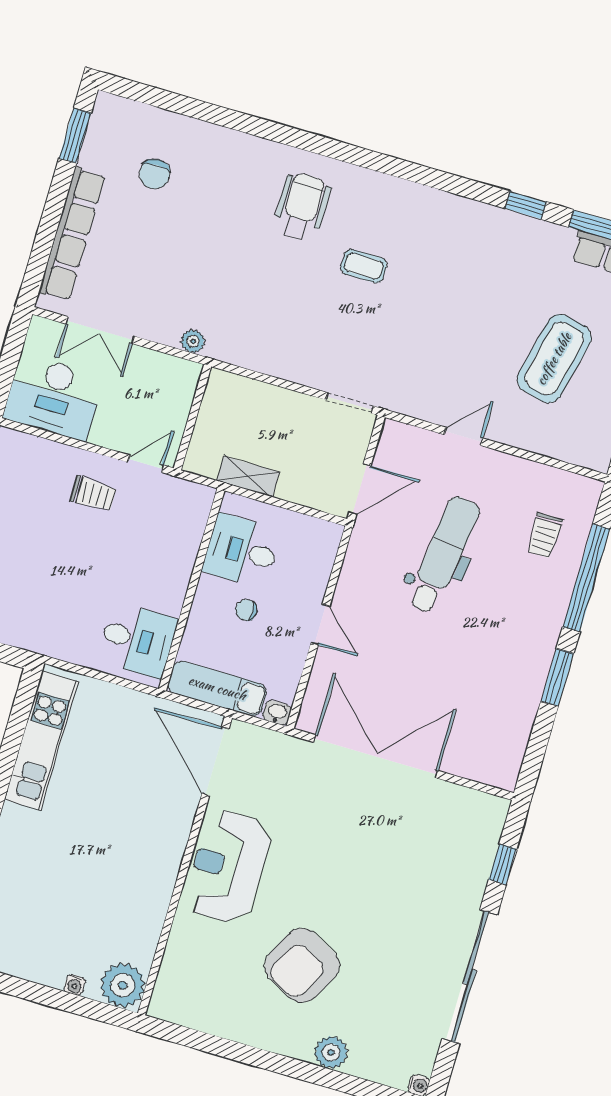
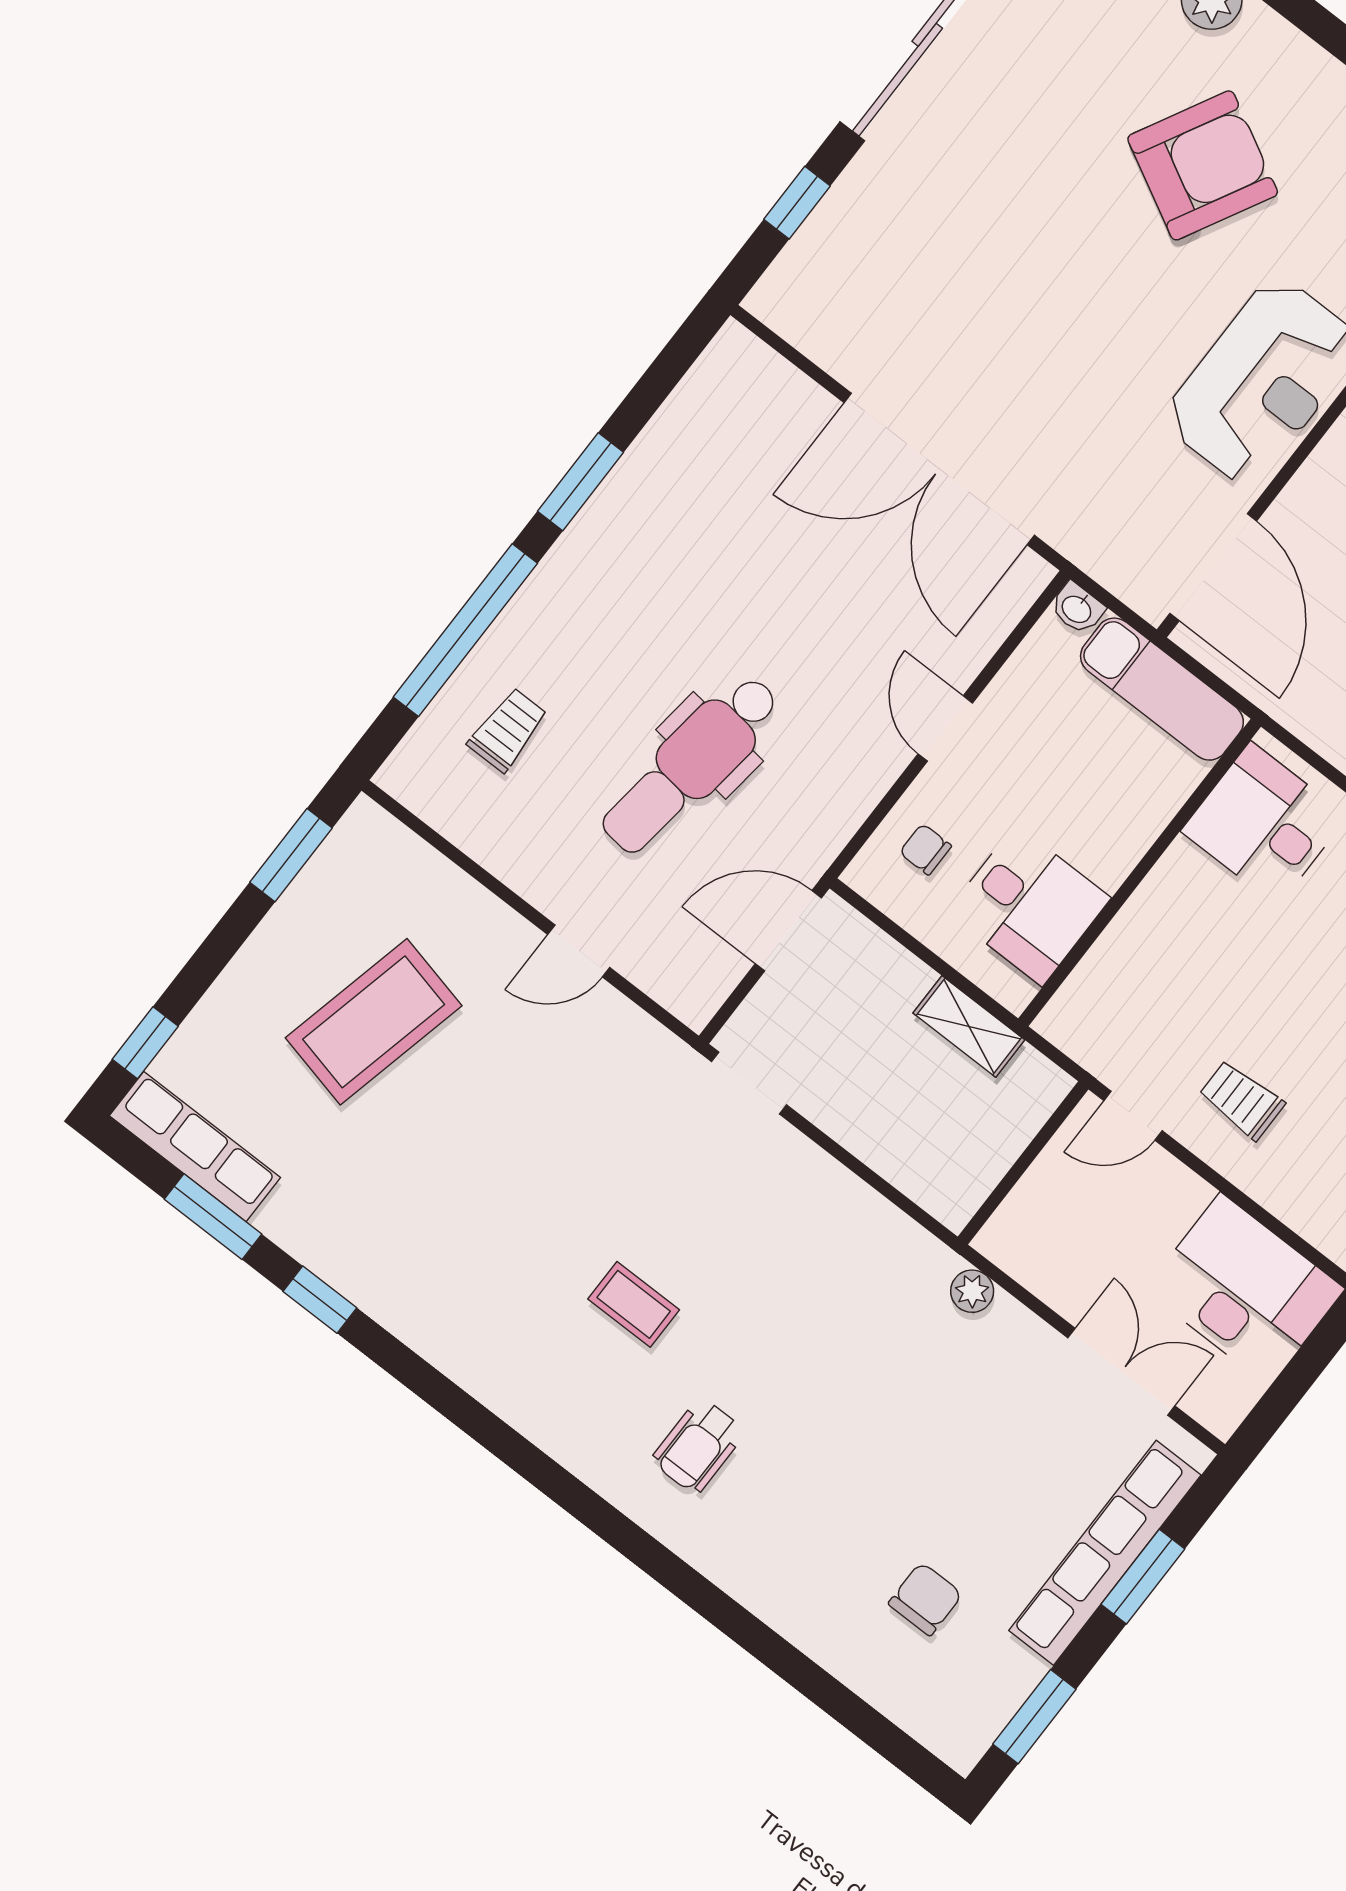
wheelchair: (302, 207) -> (698, 1446), width x0.73, depth x0.73
window: (48, 229) -> (1143, 1577), added
chair: (246, 610) -> (925, 849), moved, turned 180

